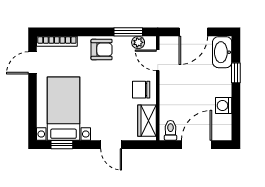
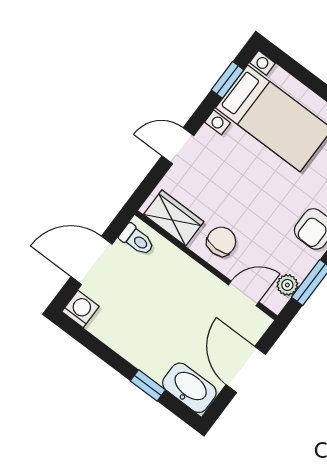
washing machine: (224, 105) -> (81, 309), moved
door: (197, 145) -> (91, 260), swing flipped

